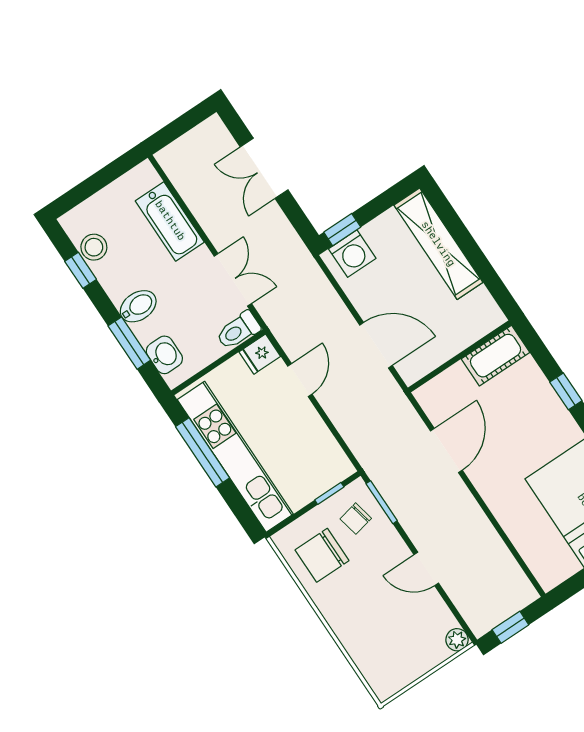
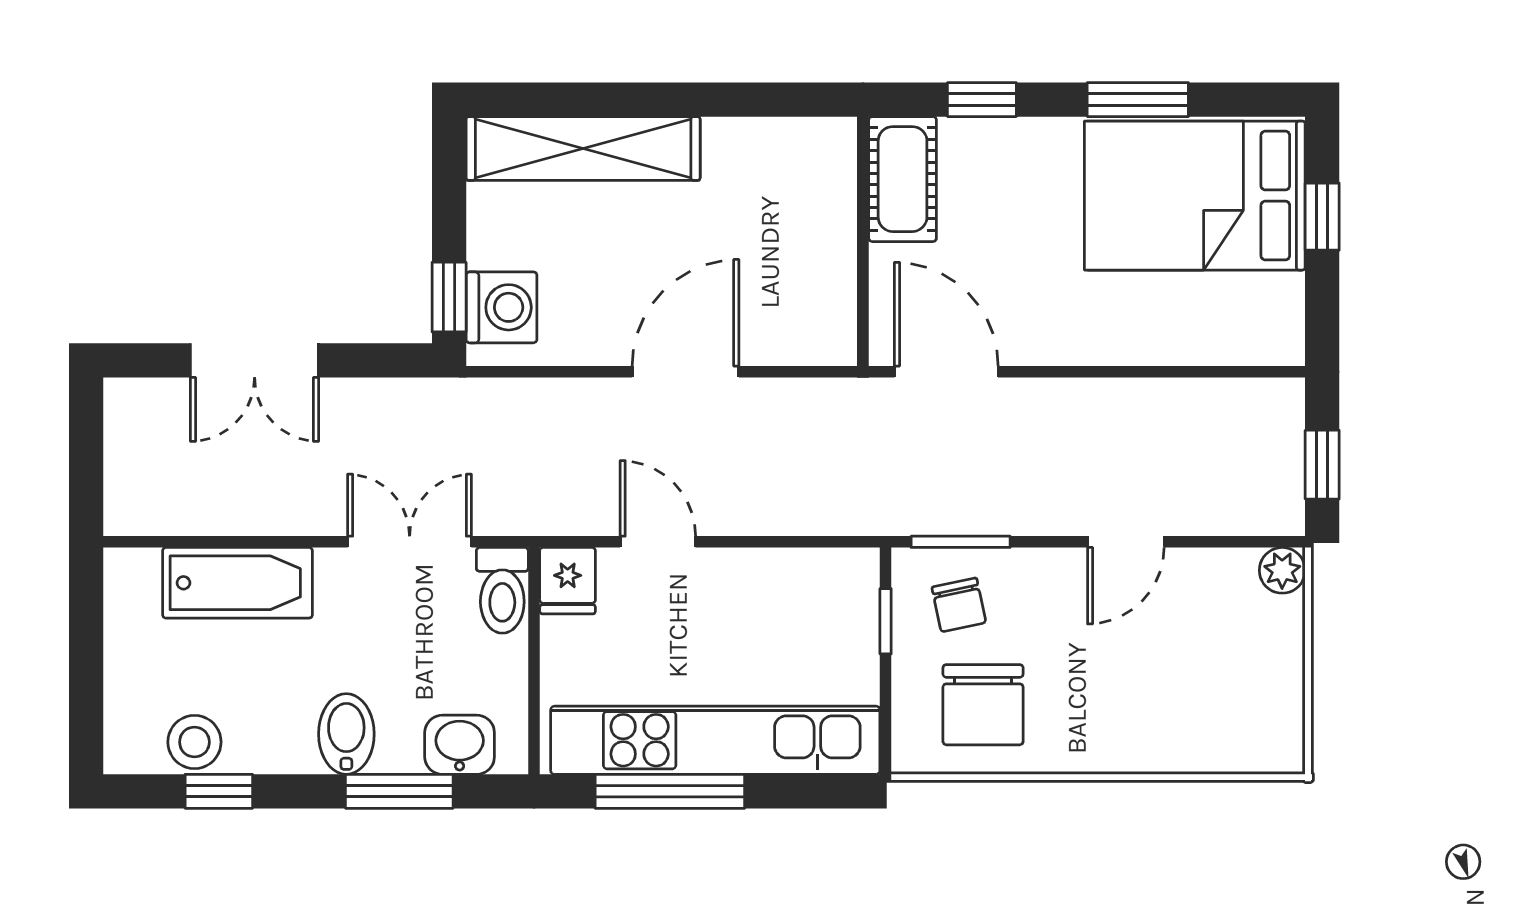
wall: (460, 356) -> (863, 241), moved
cot: (496, 356) -> (903, 179), moved

